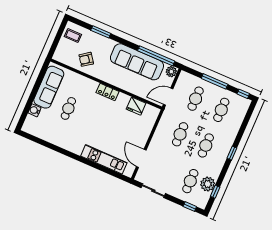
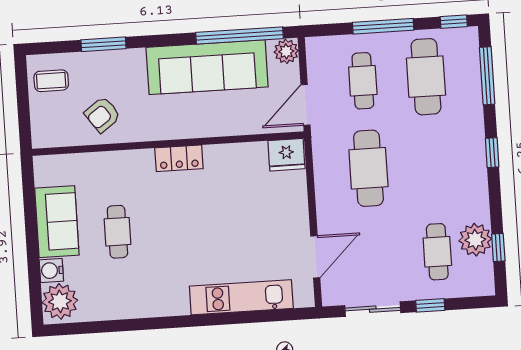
sofa: (49, 87) -> (57, 222), width x0.73
fridge: (136, 106) -> (286, 155), moved
cafe table: (221, 110) -> (426, 77), width x1.37, depth x1.35
window: (246, 122) -> (487, 76), added
plant: (32, 124) -> (60, 301), added
cafe table: (180, 134) -> (368, 168), width x1.37, depth x1.35
cafe table: (206, 145) -> (432, 164), removed
door: (141, 158) -> (315, 257), swing flipped
window: (190, 206) -> (430, 305), moved

